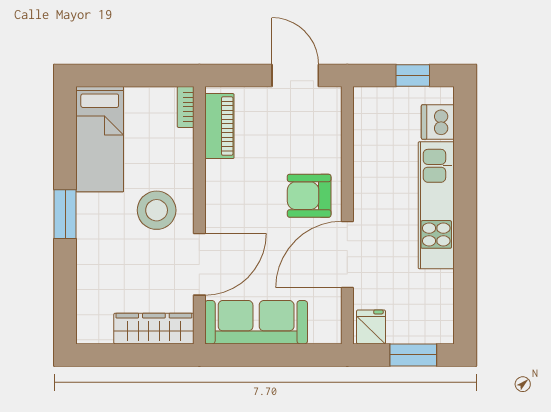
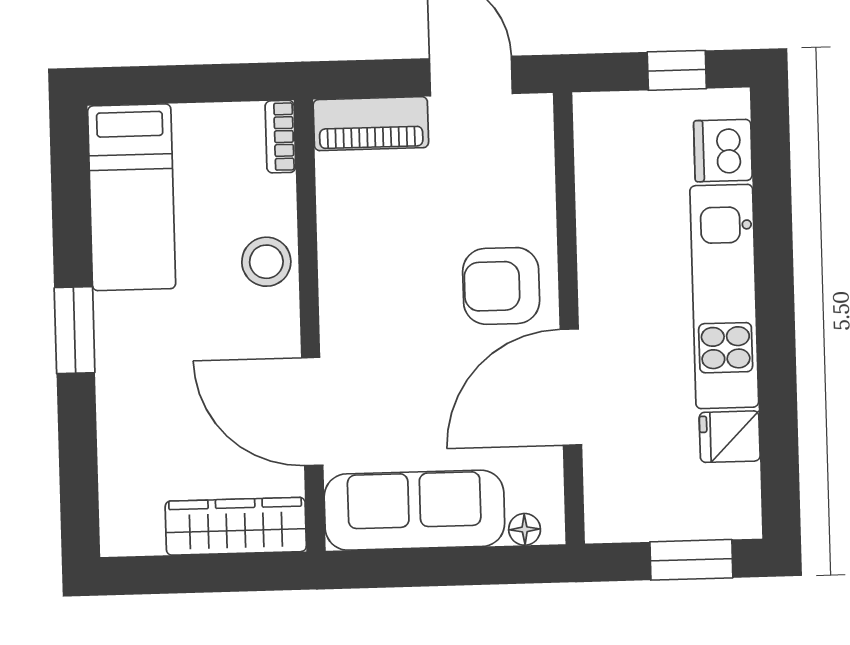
piano: (219, 126) -> (371, 124), moved, turned 90
stool: (157, 210) -> (266, 262), moved, width x0.73, depth x0.73
door: (199, 264) -> (312, 411), swing flipped
fridge: (371, 327) -> (730, 437), moved, turned -90
floor lamp: (319, 335) -> (525, 529), added

